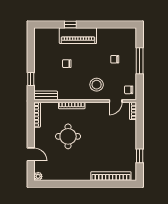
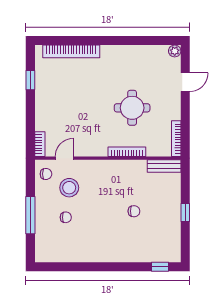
window: (70, 24) -> (160, 267), moved
piano: (78, 36) -> (118, 251), removed
window: (31, 79) -> (185, 213), moved
stool: (97, 85) -> (69, 188), moved
door: (31, 154) -> (185, 82), swing flipped

